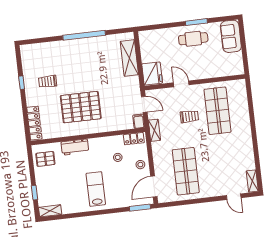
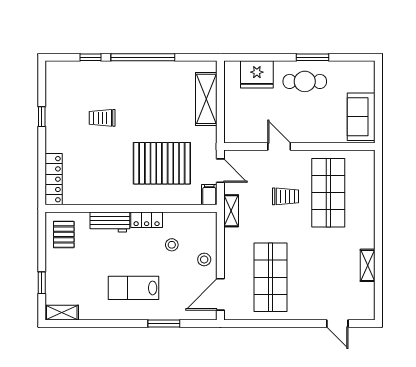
sofa: (231, 36) -> (361, 117), moved
window: (49, 39) -> (90, 57), added
fridge: (152, 73) -> (257, 74), moved, turned 90
trolley: (48, 82) -> (102, 118), moved
pallet: (81, 107) -> (162, 163), moved
locker: (134, 139) -> (147, 220), moved
pallet: (45, 159) -> (64, 234), turned 90
shelving: (252, 181) -> (368, 265), moved
lab bench: (96, 189) -> (134, 288), turned -90
window: (140, 208) -> (164, 323), moved

